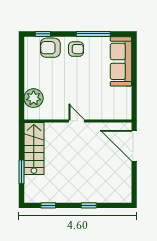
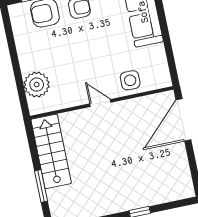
side table: (102, 109) -> (130, 80), added
door: (134, 146) -> (183, 120), hinge flipped

